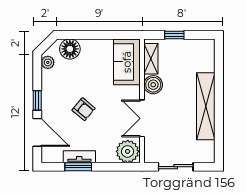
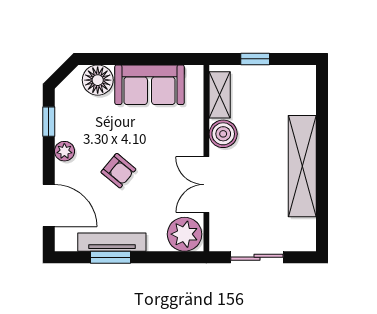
plant: (48, 62) -> (64, 151), moved
sofa: (127, 62) -> (149, 85), moved, turned -90
window: (37, 100) -> (49, 122), moved
tv unit: (79, 157) -> (112, 242), width x1.41

